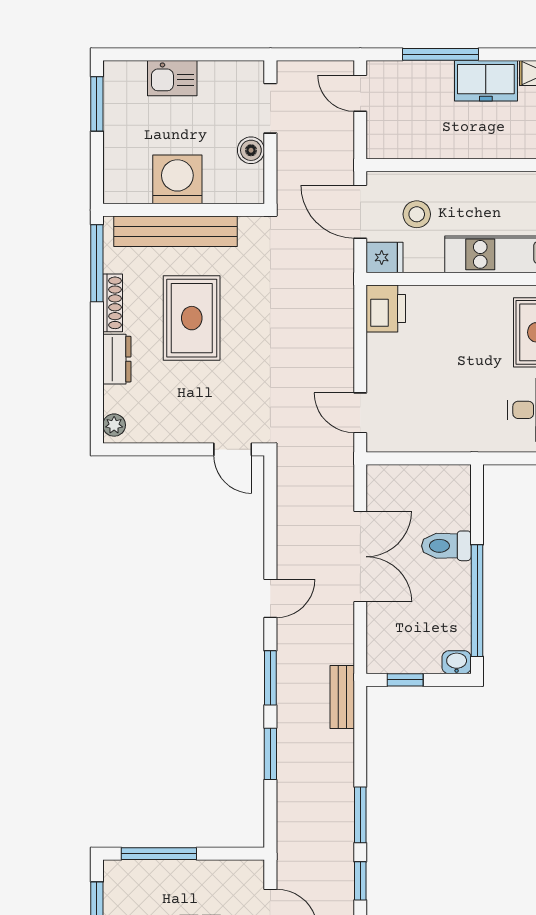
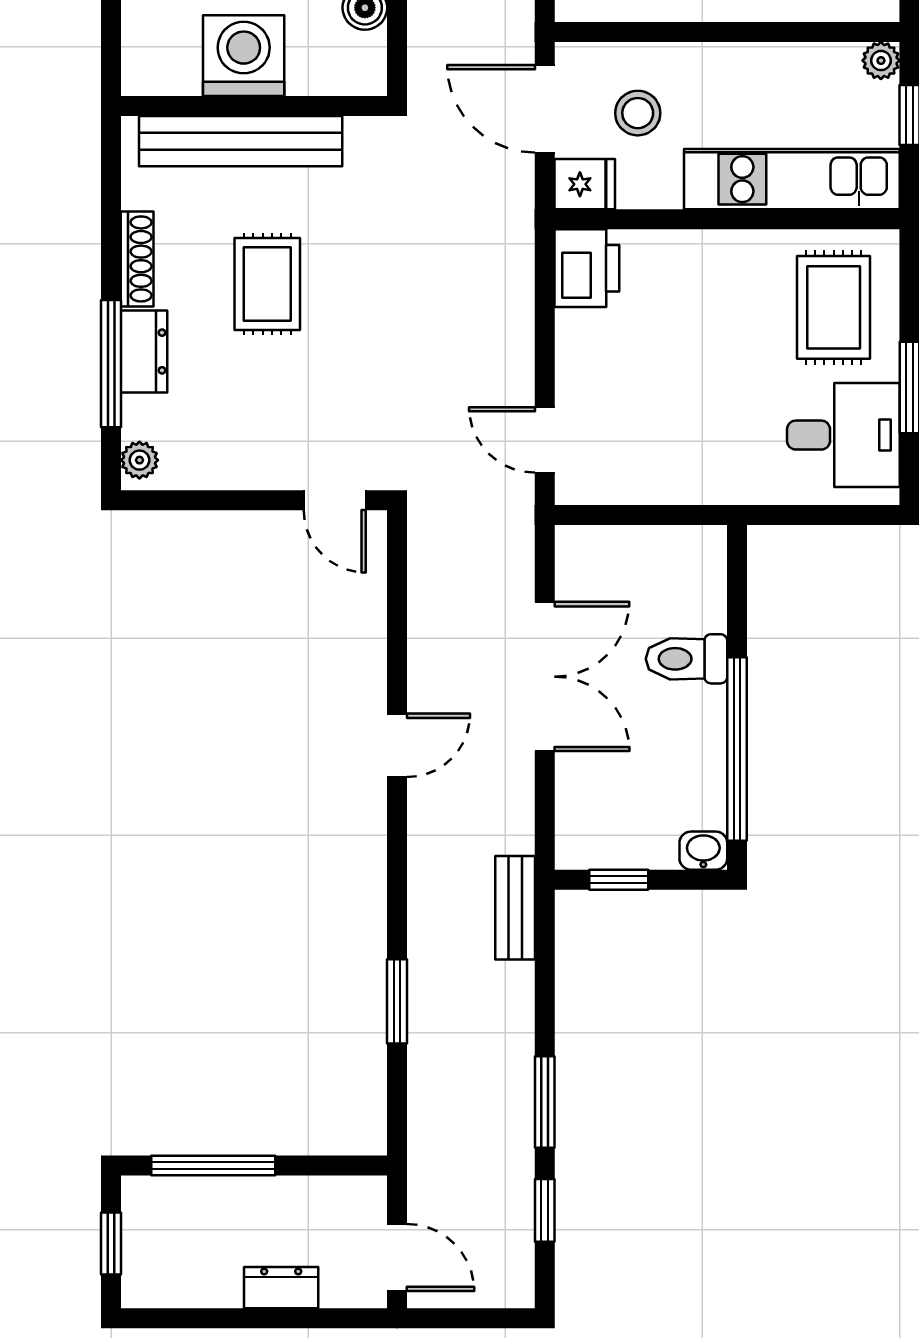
window: (97, 263) -> (111, 364), moved
rug: (192, 318) -> (267, 284), width x0.73, depth x0.70
window: (270, 678) -> (397, 876), removed

